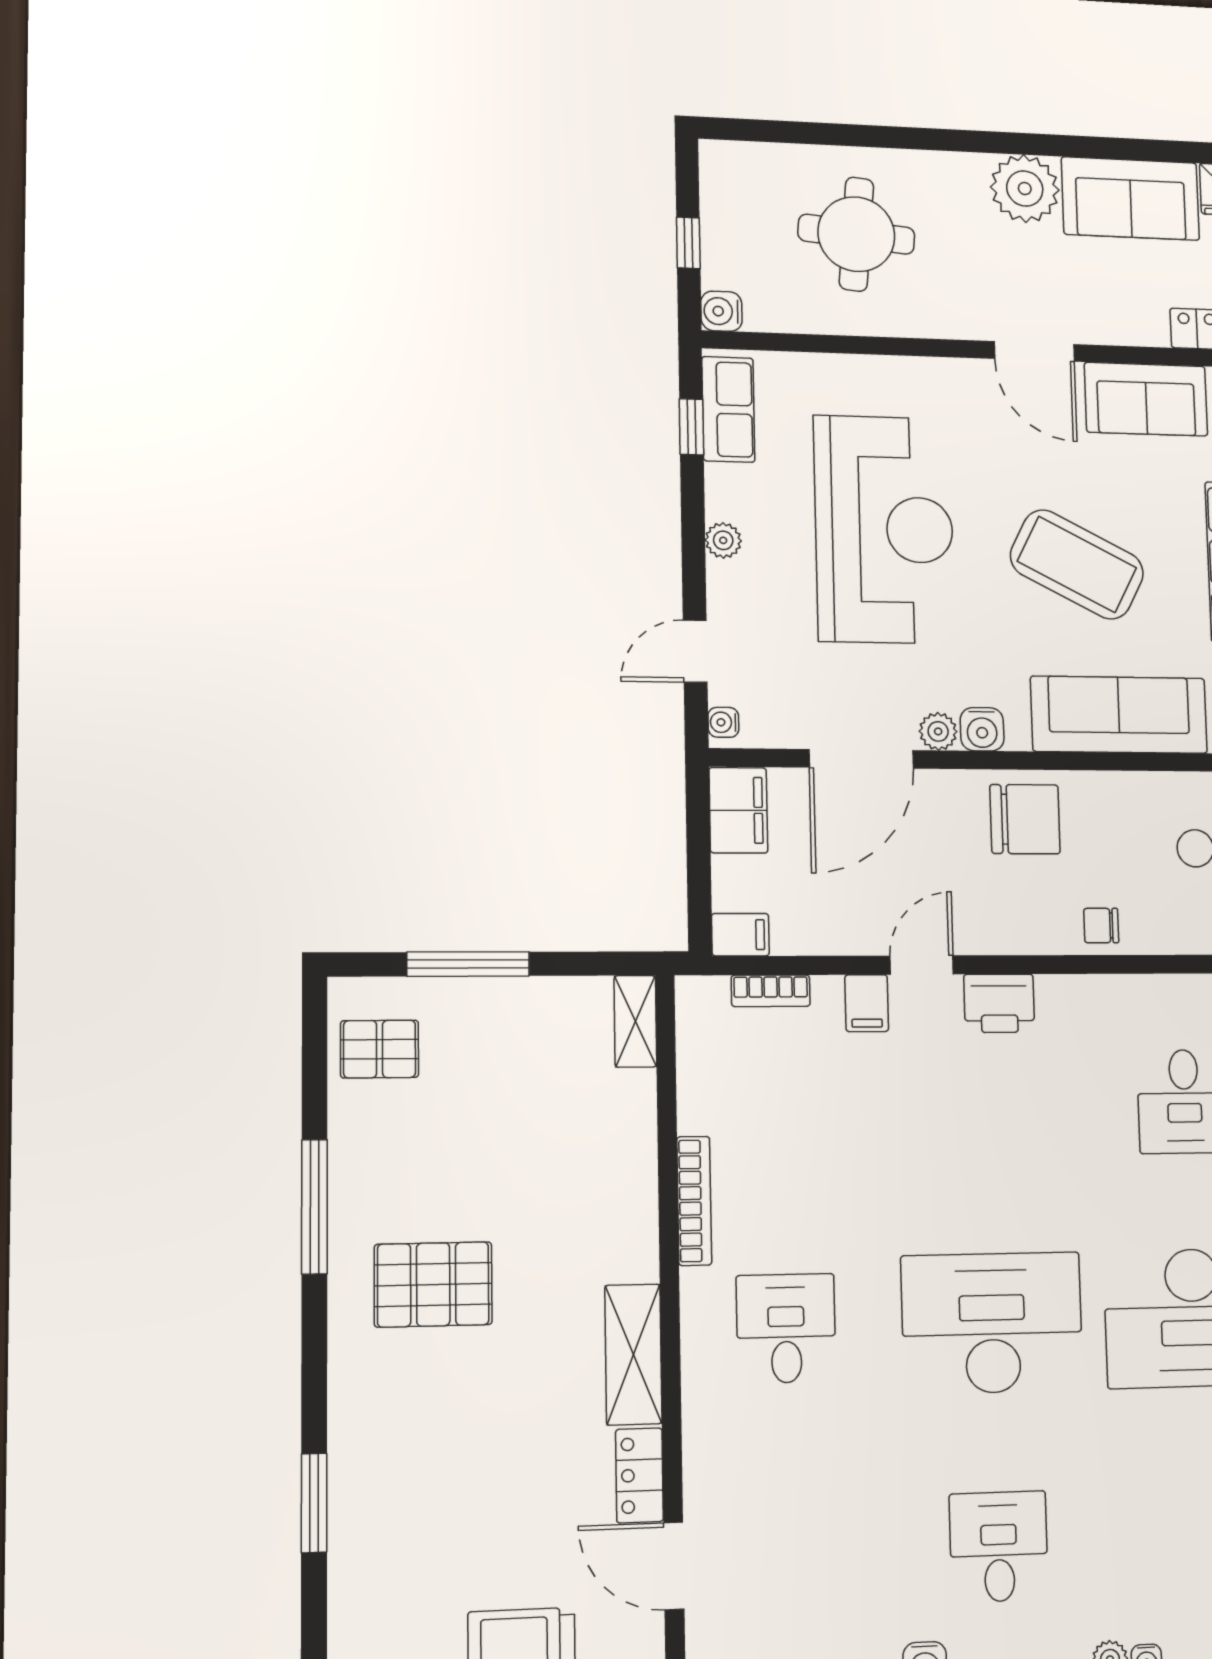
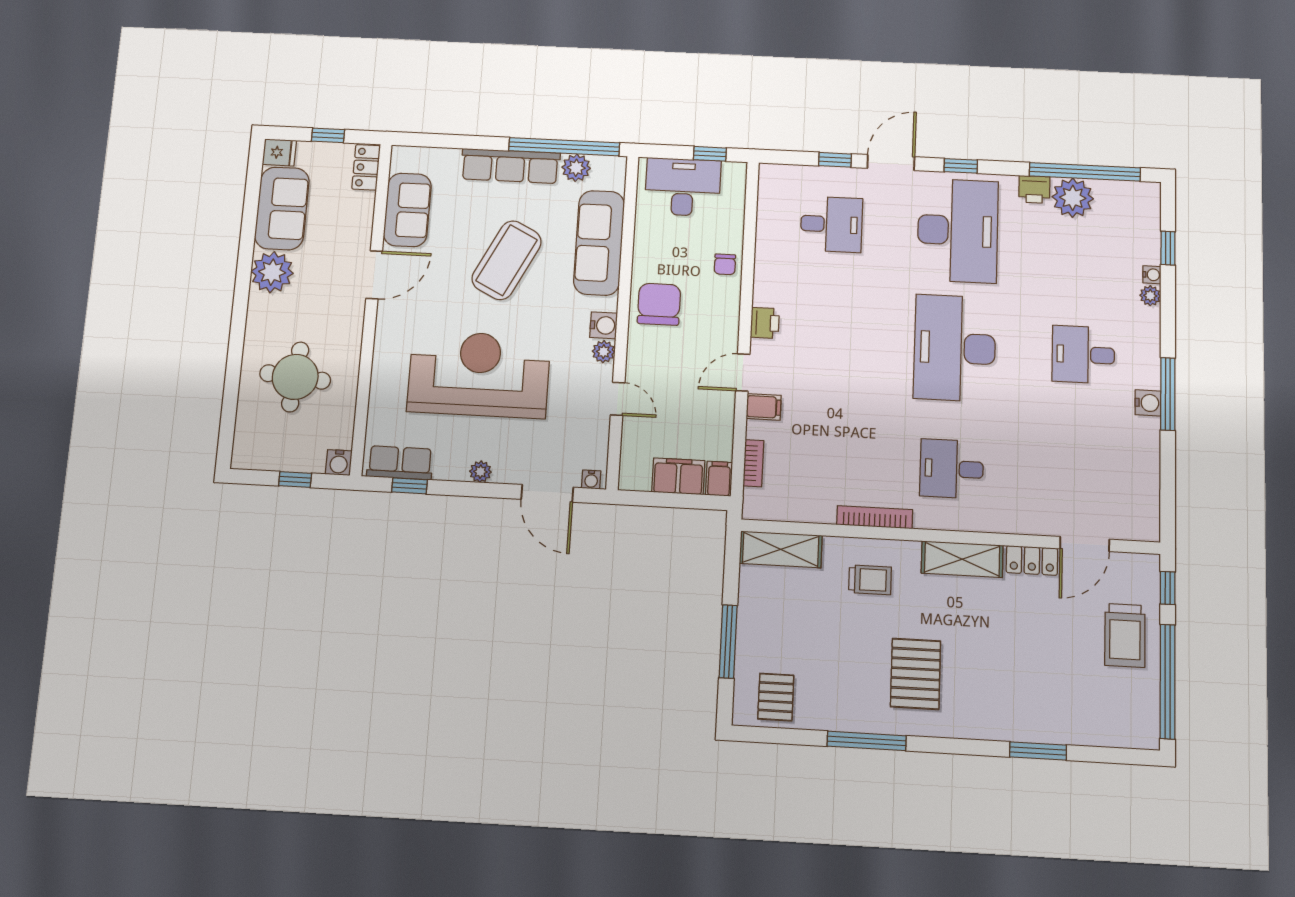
door: (695, 651) -> (547, 493), width x1.38
door: (861, 759) -> (618, 399), width x0.53
filing cabinet: (738, 810) -> (678, 476), moved
door: (922, 965) -> (743, 373), hinge flipped
printer: (999, 1003) -> (765, 323), width x0.73, depth x0.81
shelving: (635, 1021) -> (781, 549), width x1.50, depth x1.33
trolley: (588, 1198) -> (870, 580), added

